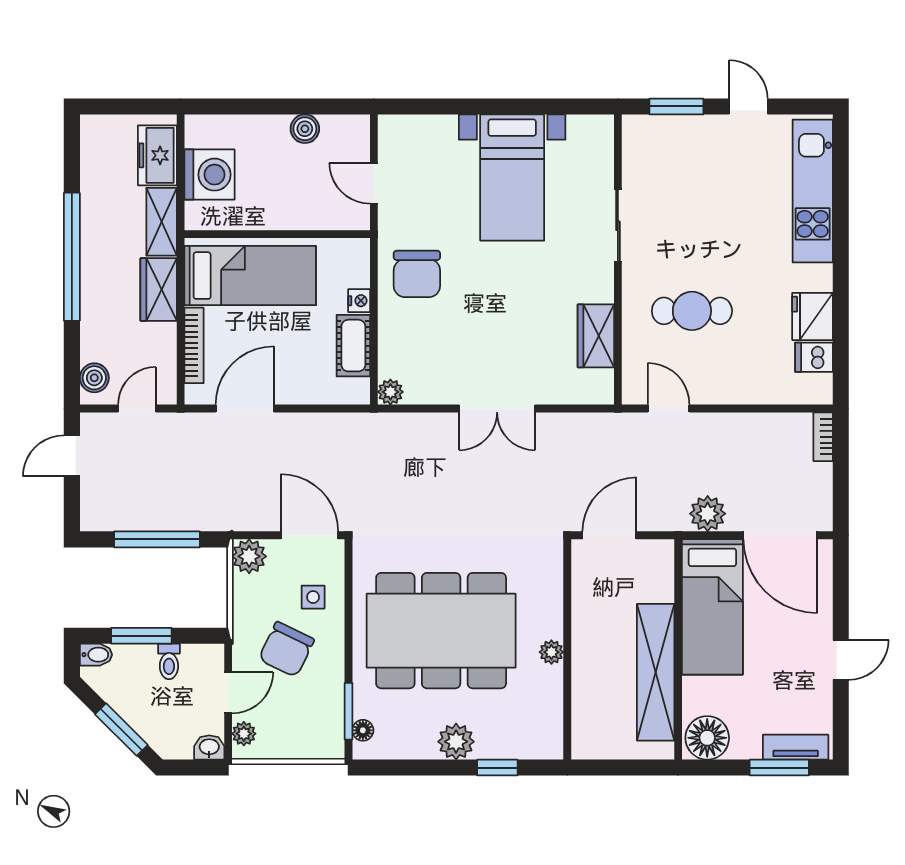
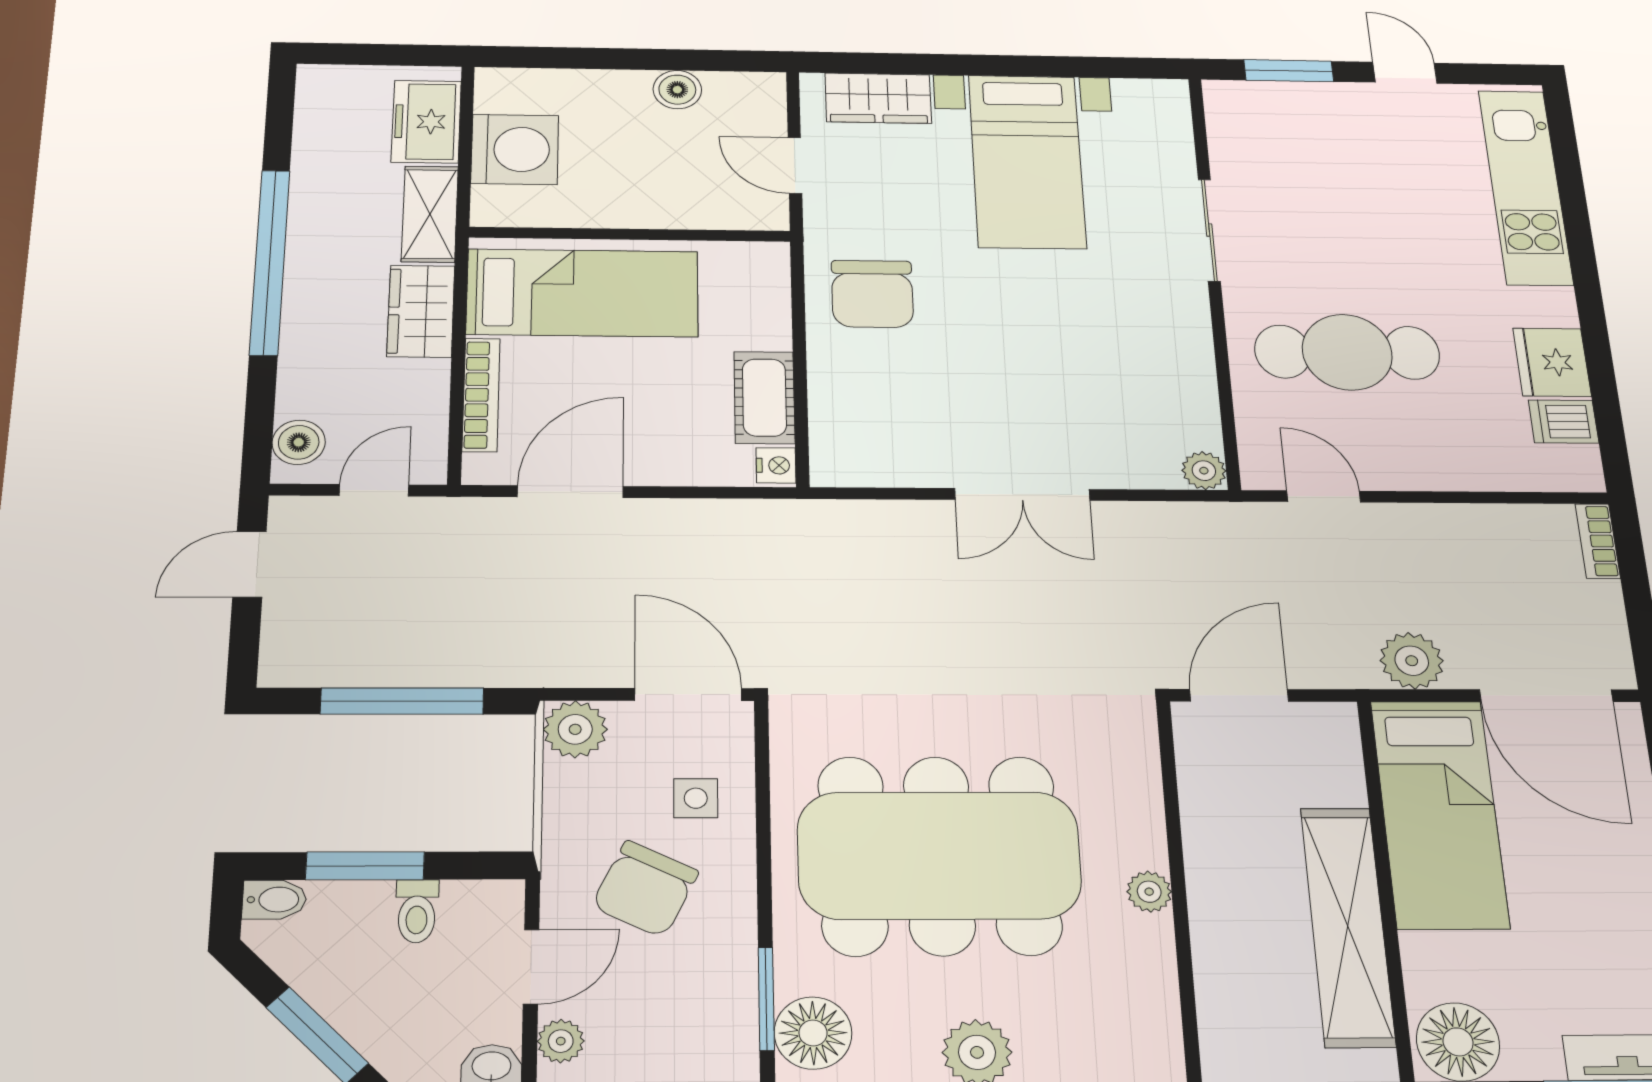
nightstand: (359, 301) -> (776, 465), moved
cafe table: (692, 311) -> (1347, 352), width x1.37, depth x1.35
wardrobe: (596, 336) -> (878, 98), moved, turned -90
plant: (390, 392) -> (1204, 471), moved
floor lamp: (363, 730) -> (813, 1033), width x1.89, depth x1.89

